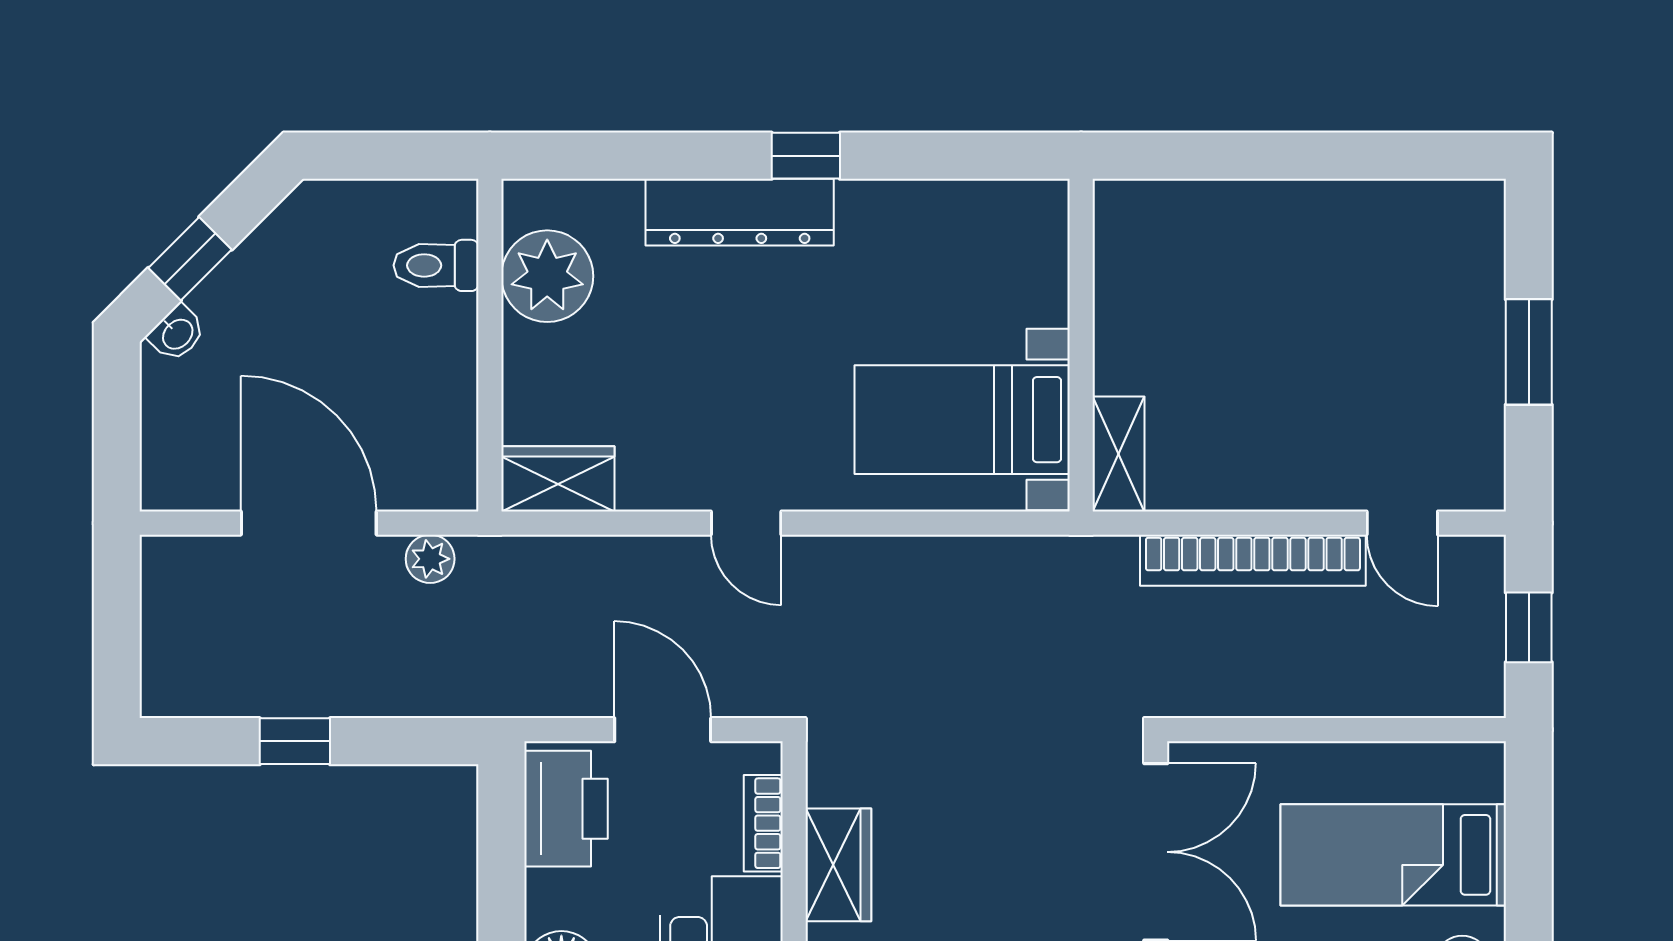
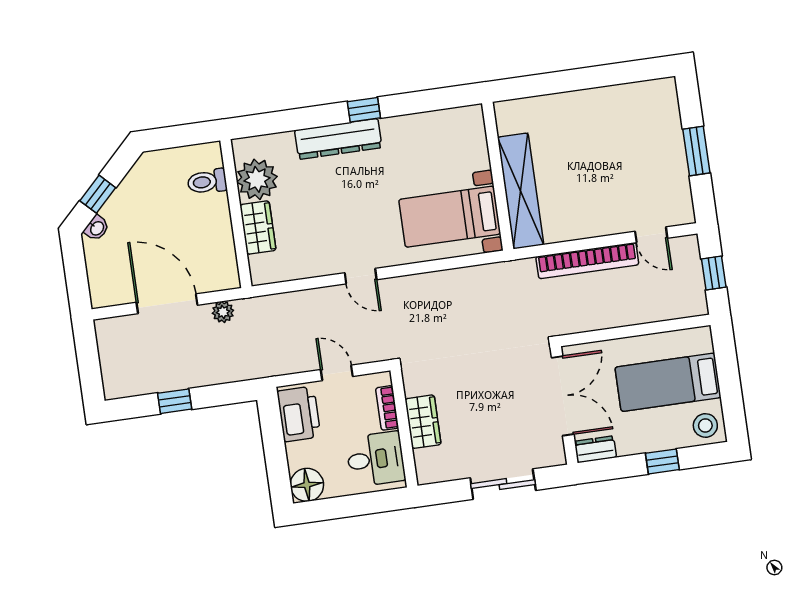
shelving: (1118, 454) -> (521, 191), width x2.20, depth x1.33
wardrobe: (558, 479) -> (258, 228), moved, turned 90
door: (663, 730) -> (337, 373), width x0.73

